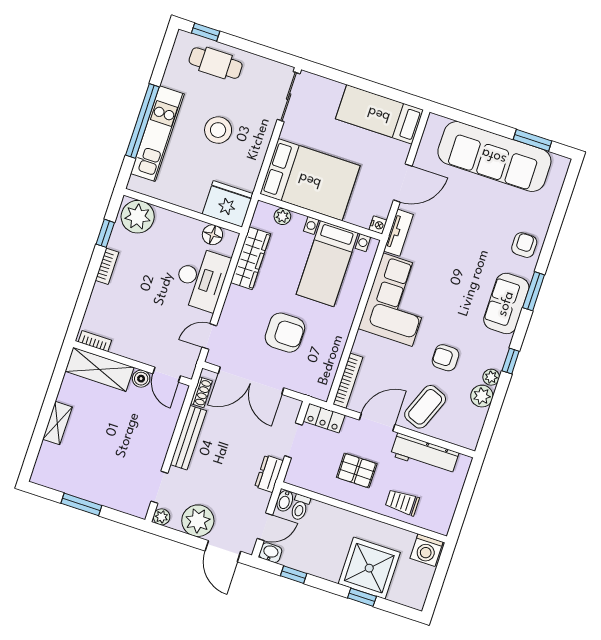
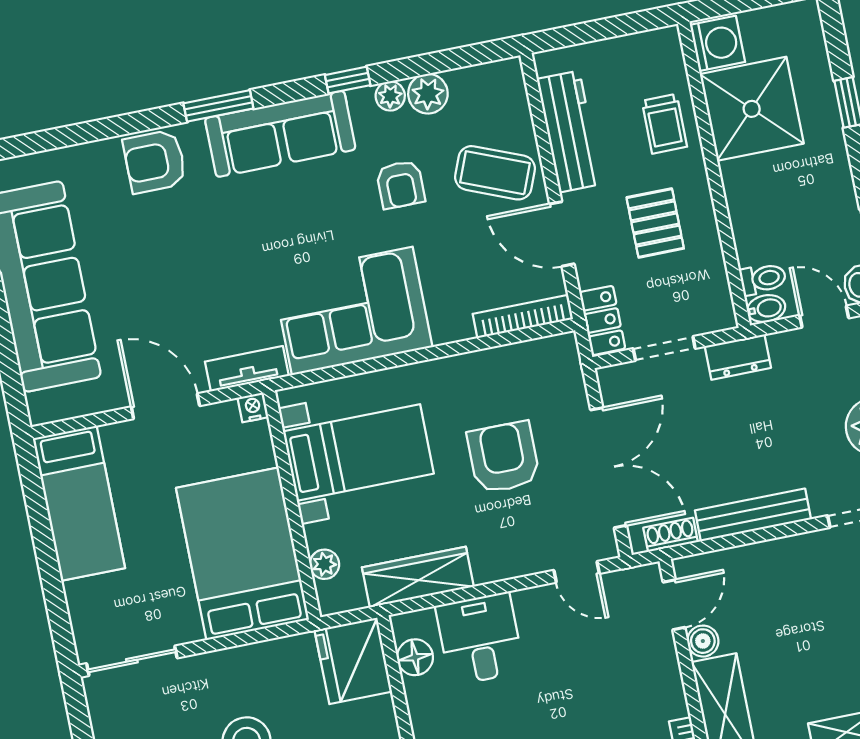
armchair: (524, 245) -> (155, 161), width x1.38, depth x1.38
desk: (201, 279) -> (480, 639), width x0.73
sofa: (506, 304) -> (280, 134), width x1.36
shower: (369, 568) -> (752, 109), moved

